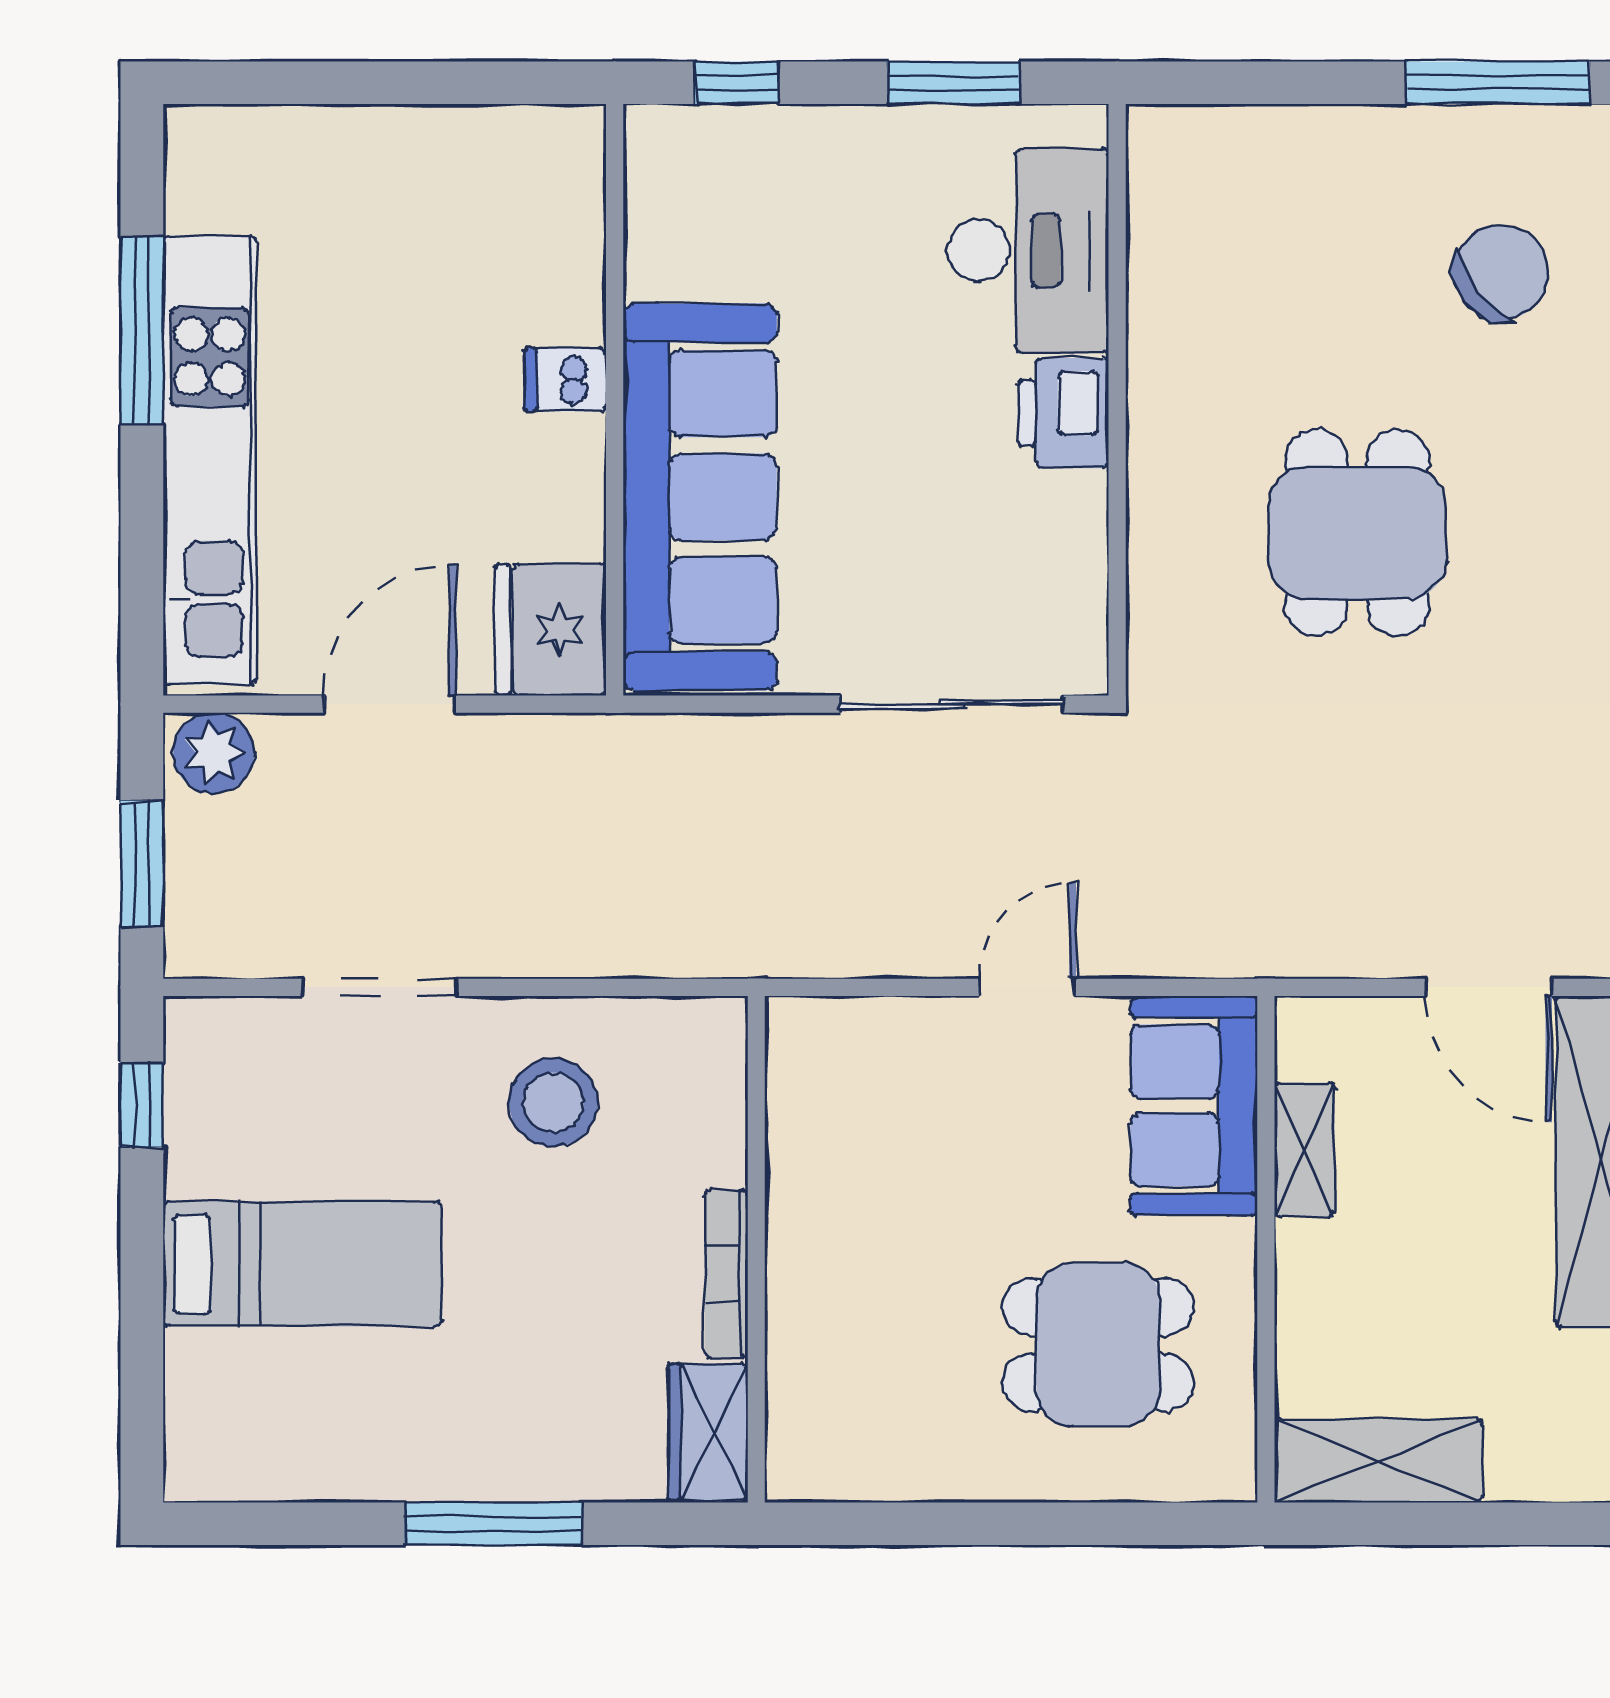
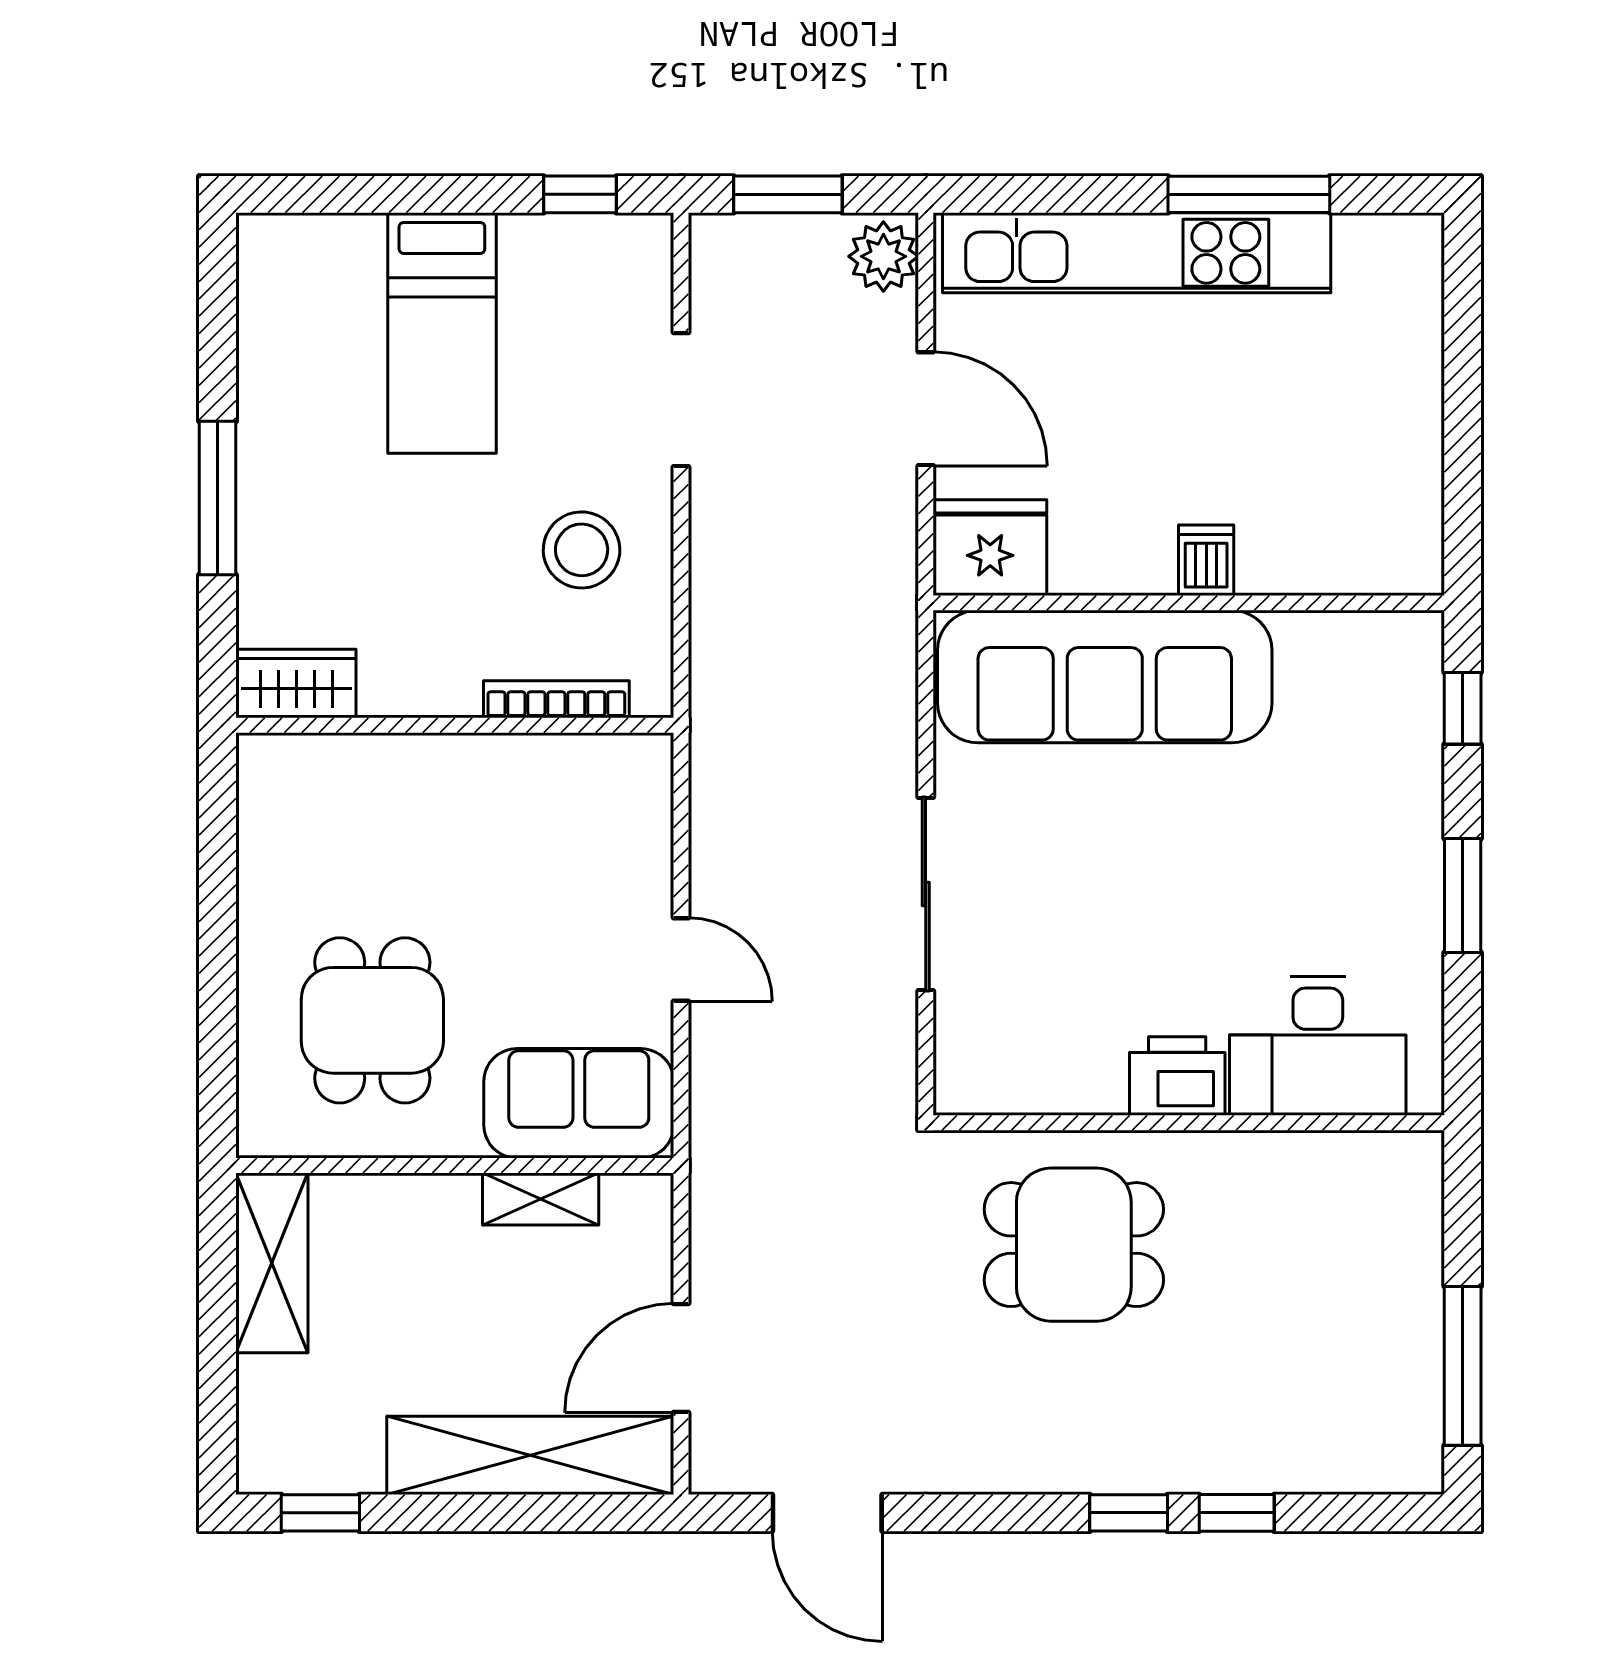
desk: (1029, 250) -> (1318, 1046), moved
chair: (1501, 273) -> (1299, 1369), removed
wall: (1117, 400) -> (1189, 1123), moved
printer: (1063, 413) -> (1177, 1076), moved
bookcase: (726, 1274) -> (556, 699), moved

